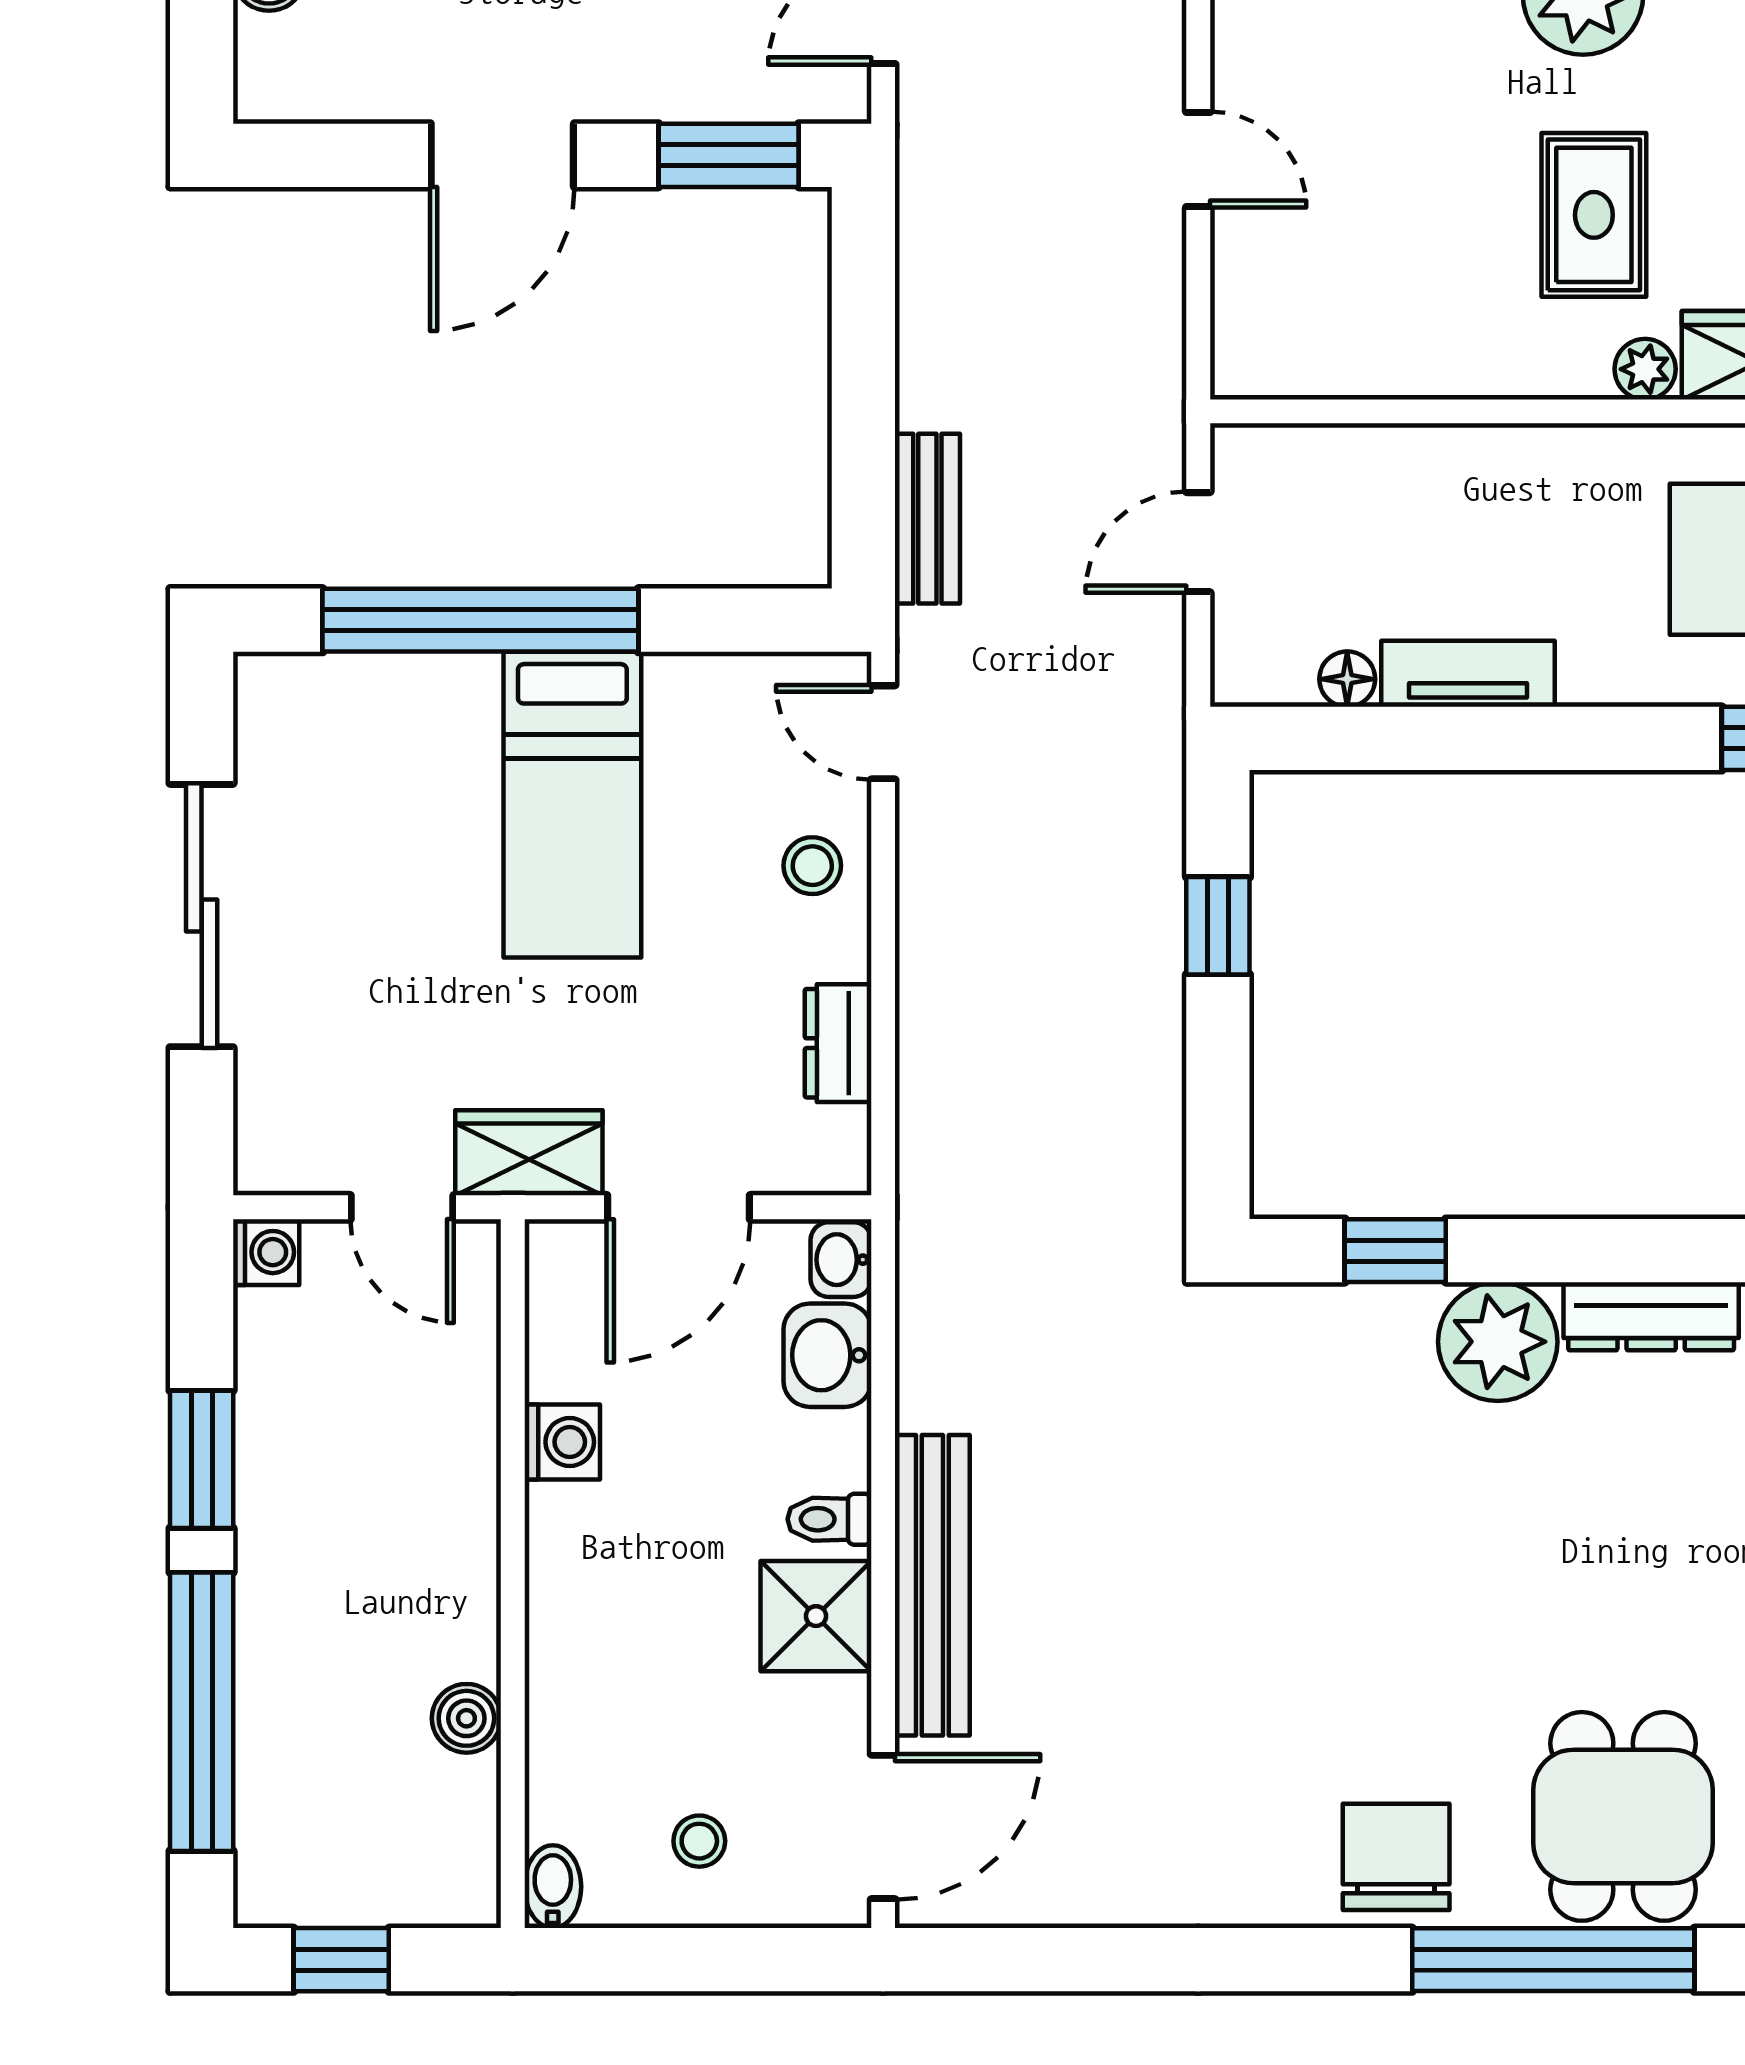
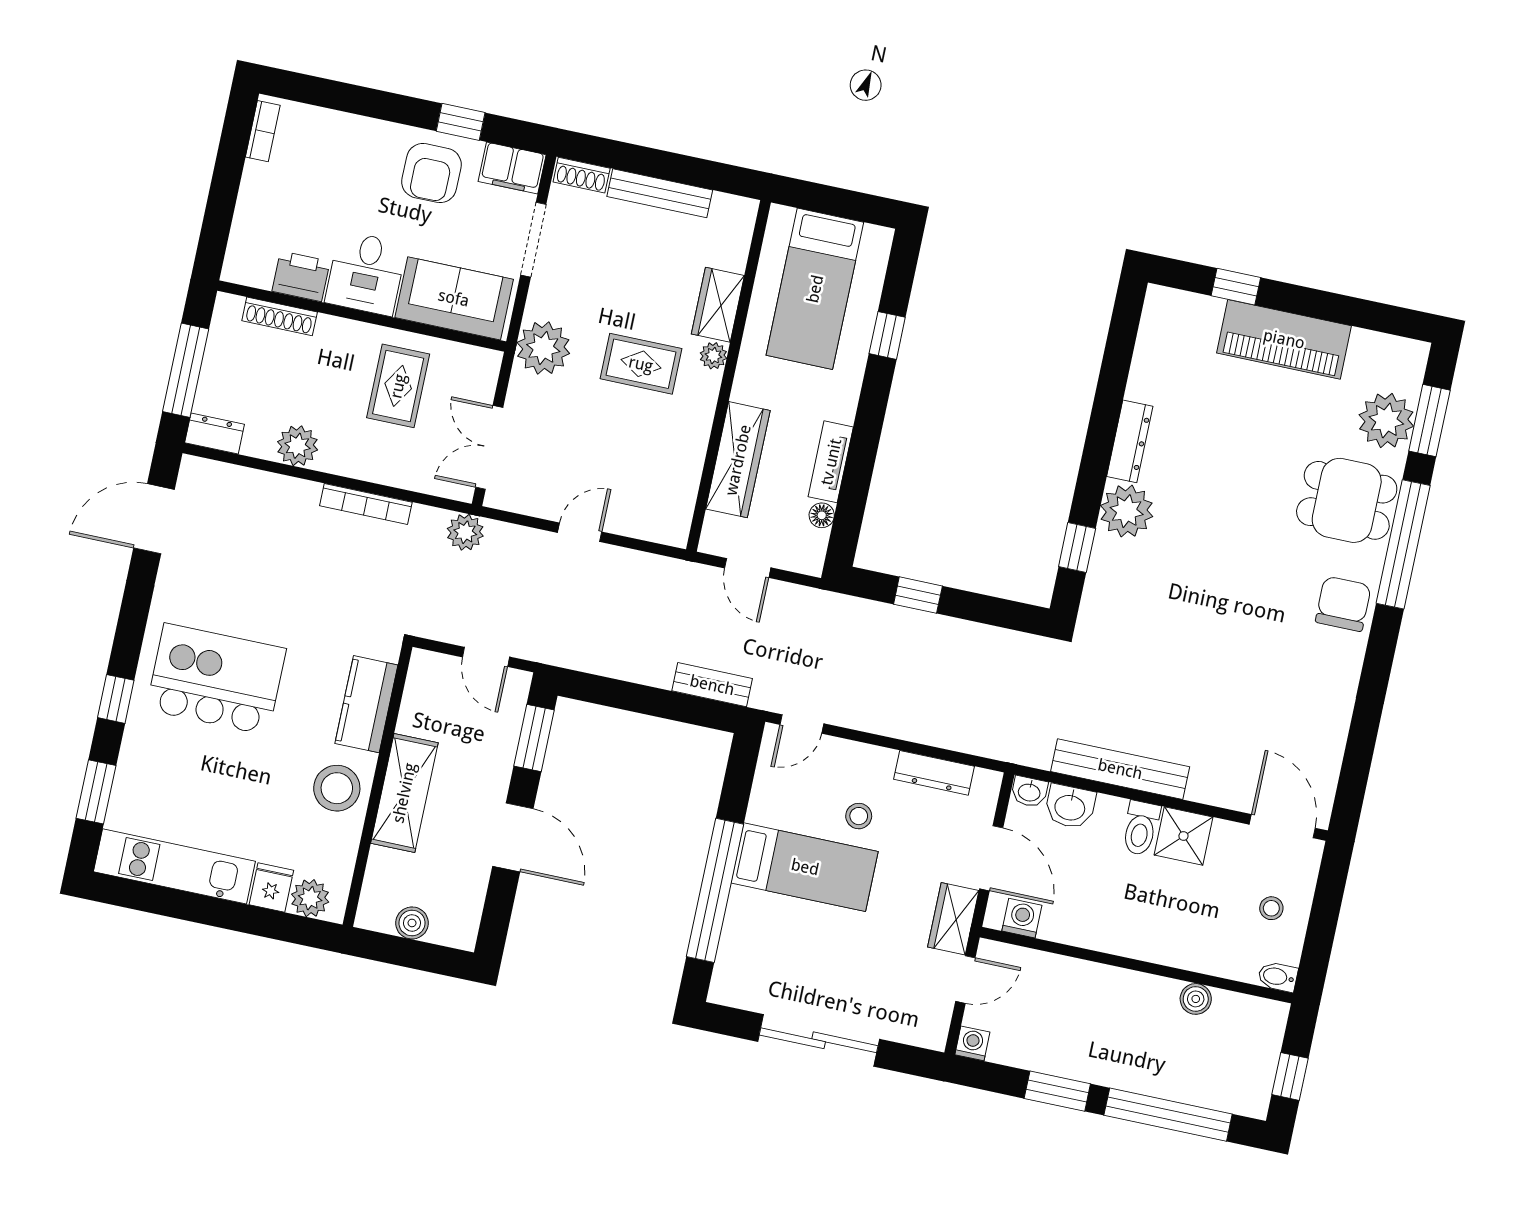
wardrobe: (1430, 471) -> (738, 460), added
stool: (812, 866) -> (859, 816), moved
dresser: (838, 1043) -> (934, 773), width x1.44
washing machine: (562, 1442) -> (1022, 918), moved
toilet: (829, 1519) -> (1141, 828), width x1.37, depth x1.39
bench: (932, 1585) -> (1120, 769), moved
chair: (1396, 1857) -> (1343, 604), turned 90

